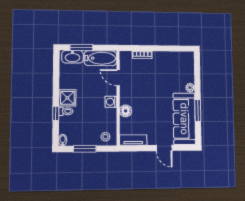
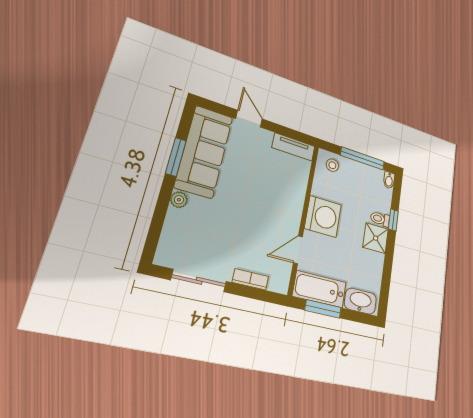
window: (81, 47) -> (323, 309), moved
sliding door: (169, 48) -> (199, 281), added
door: (118, 78) -> (298, 250), swing flipped
washing machine: (111, 102) -> (323, 216), width x1.89, depth x1.89
floor lamp: (126, 111) -> (296, 194), removed
window: (85, 149) -> (363, 158), width x1.44

